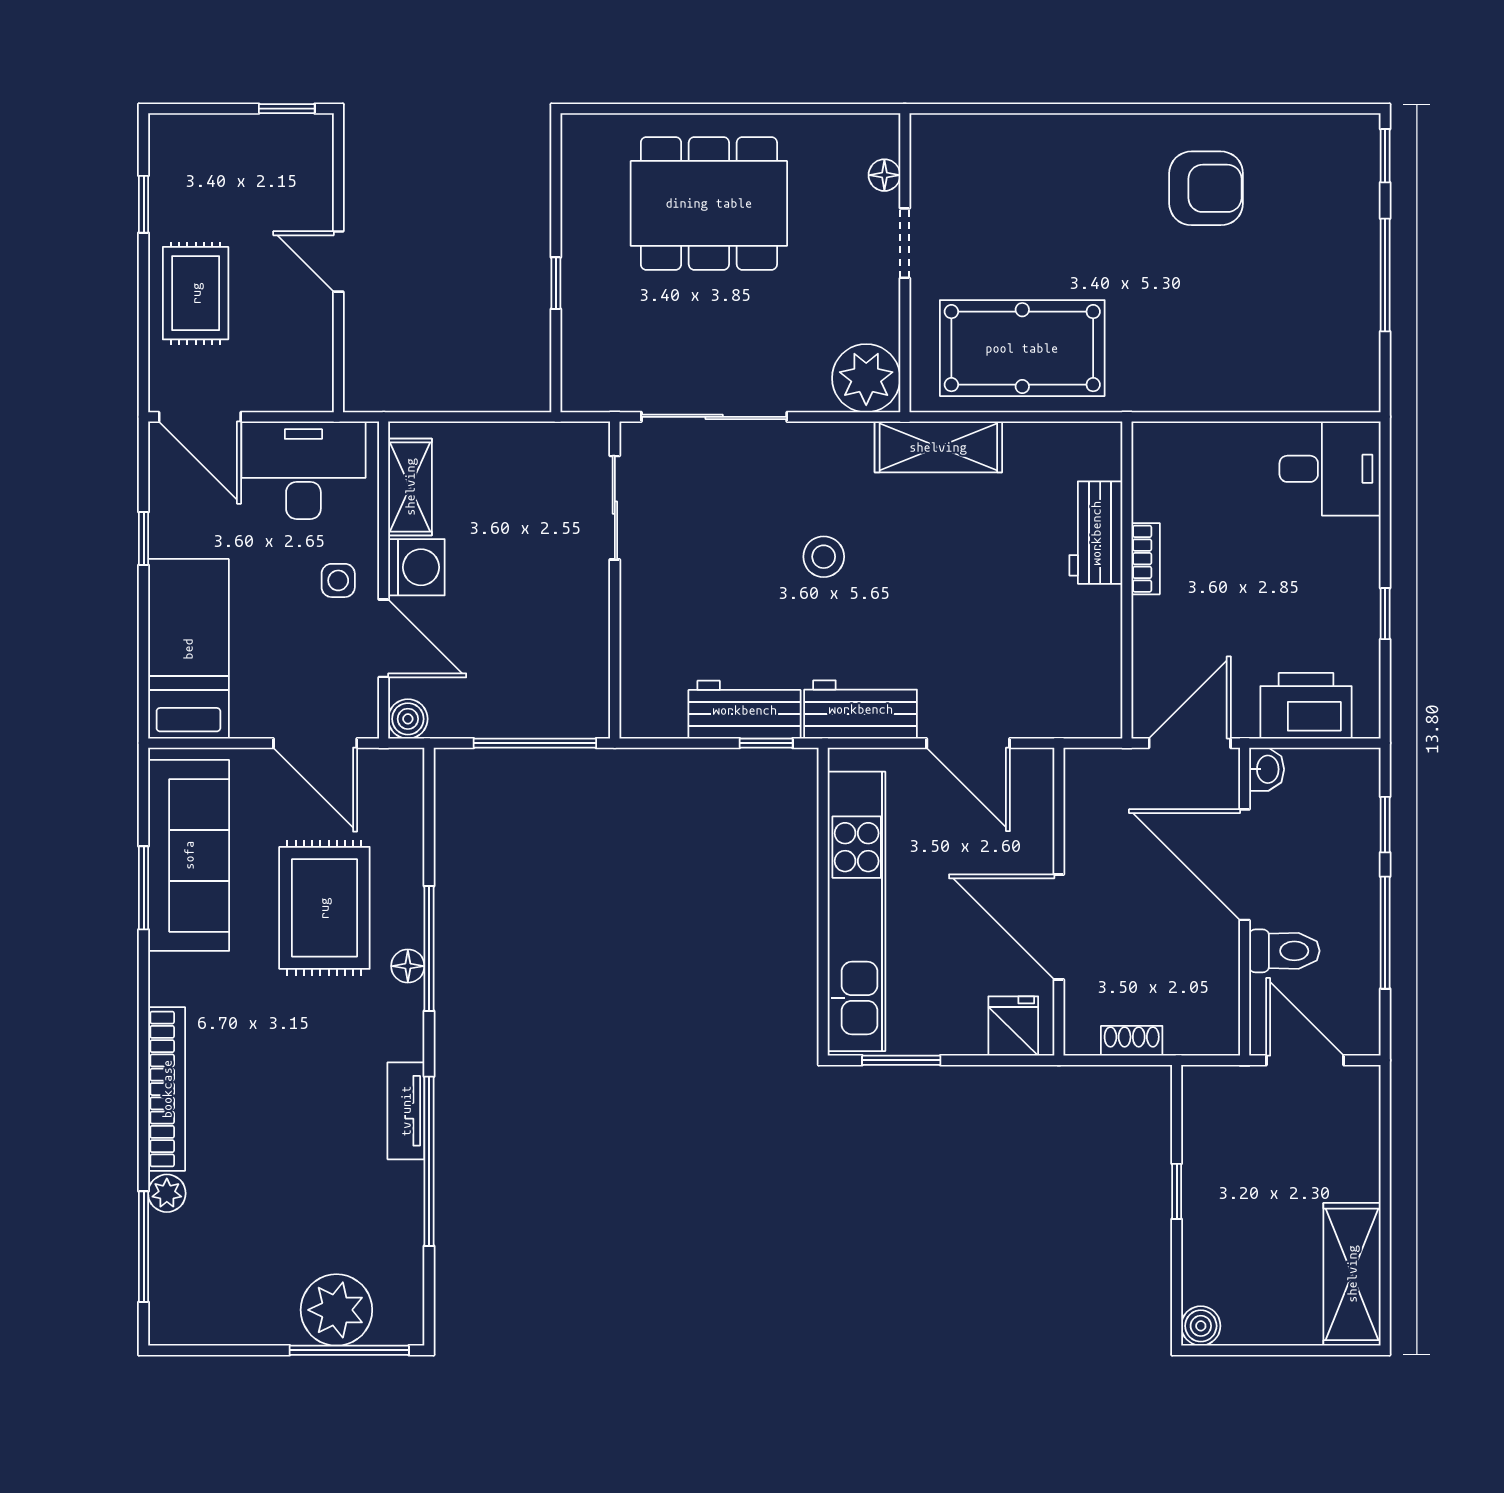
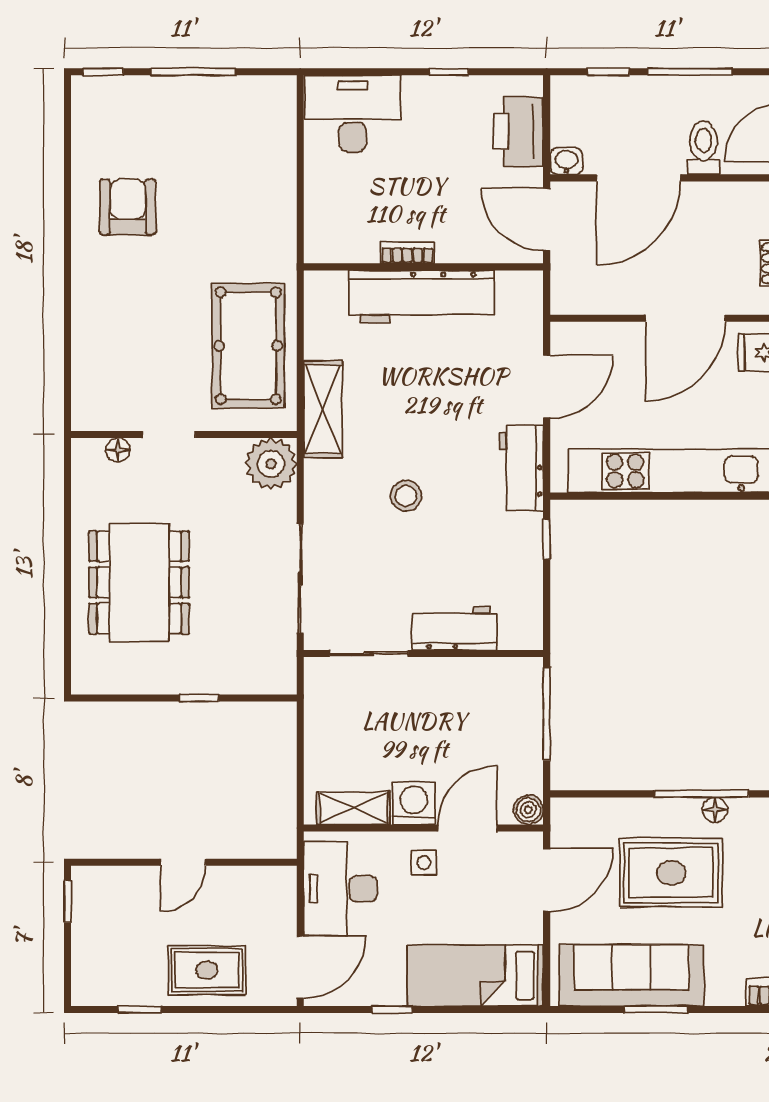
desk: (1330, 469) -> (353, 113), width x1.37
workbench: (1096, 533) -> (421, 297), width x1.88, depth x1.32
workbench: (745, 710) -> (455, 628), moved, turned 90

